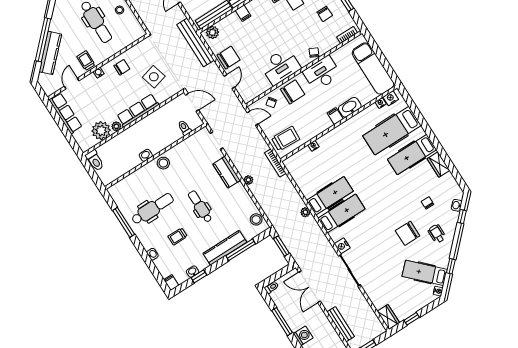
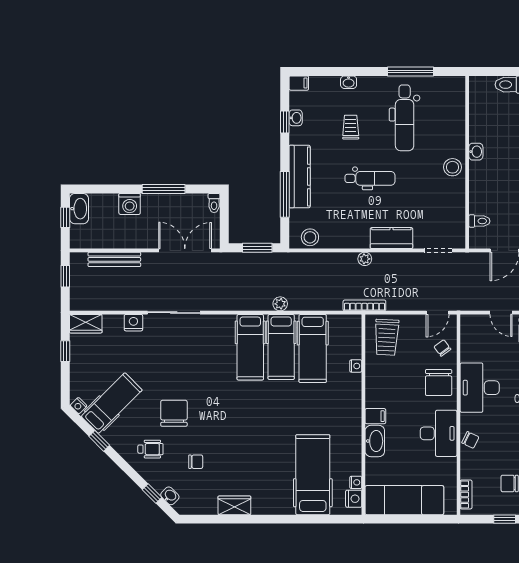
hospital bed: (412, 155) -> (313, 348), moved, turned 180
nightstand: (342, 246) -> (133, 323), moved

